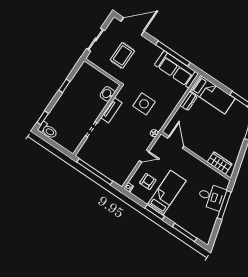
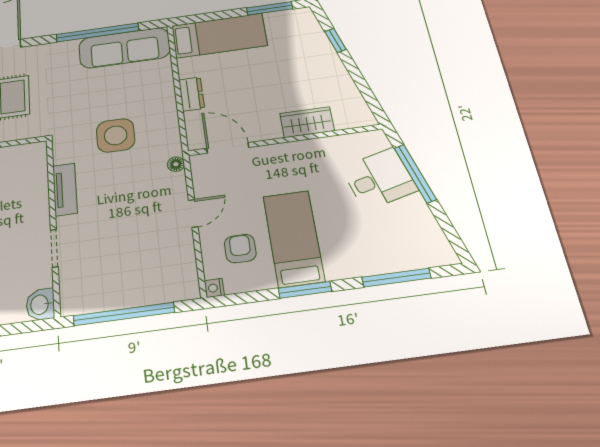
washbasin: (107, 94) -> (40, 305), moved
dresser: (189, 101) -> (192, 94), moved
wardrobe: (220, 163) -> (307, 122), moved

